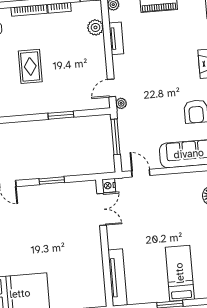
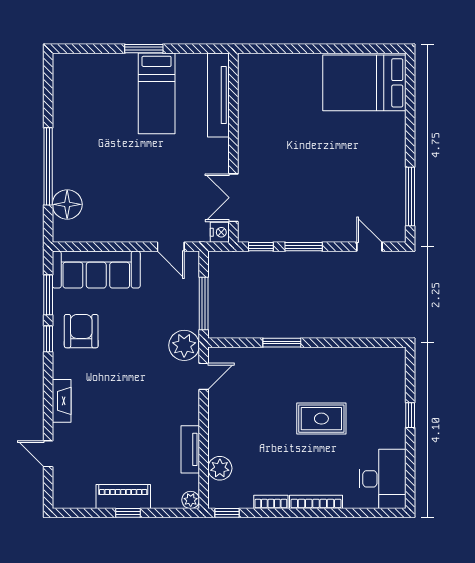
rug: (30, 66) -> (321, 419), turned 90
plant: (121, 103) -> (184, 345), width x1.88, depth x1.88
window: (80, 178) -> (261, 247), added
bed: (180, 273) -> (157, 93), moved

